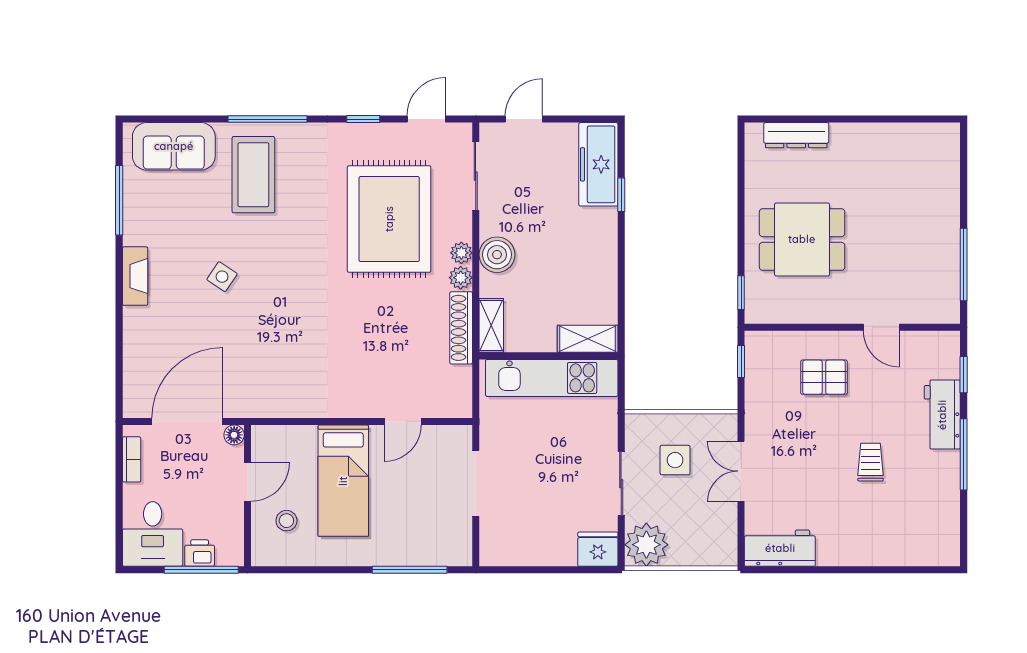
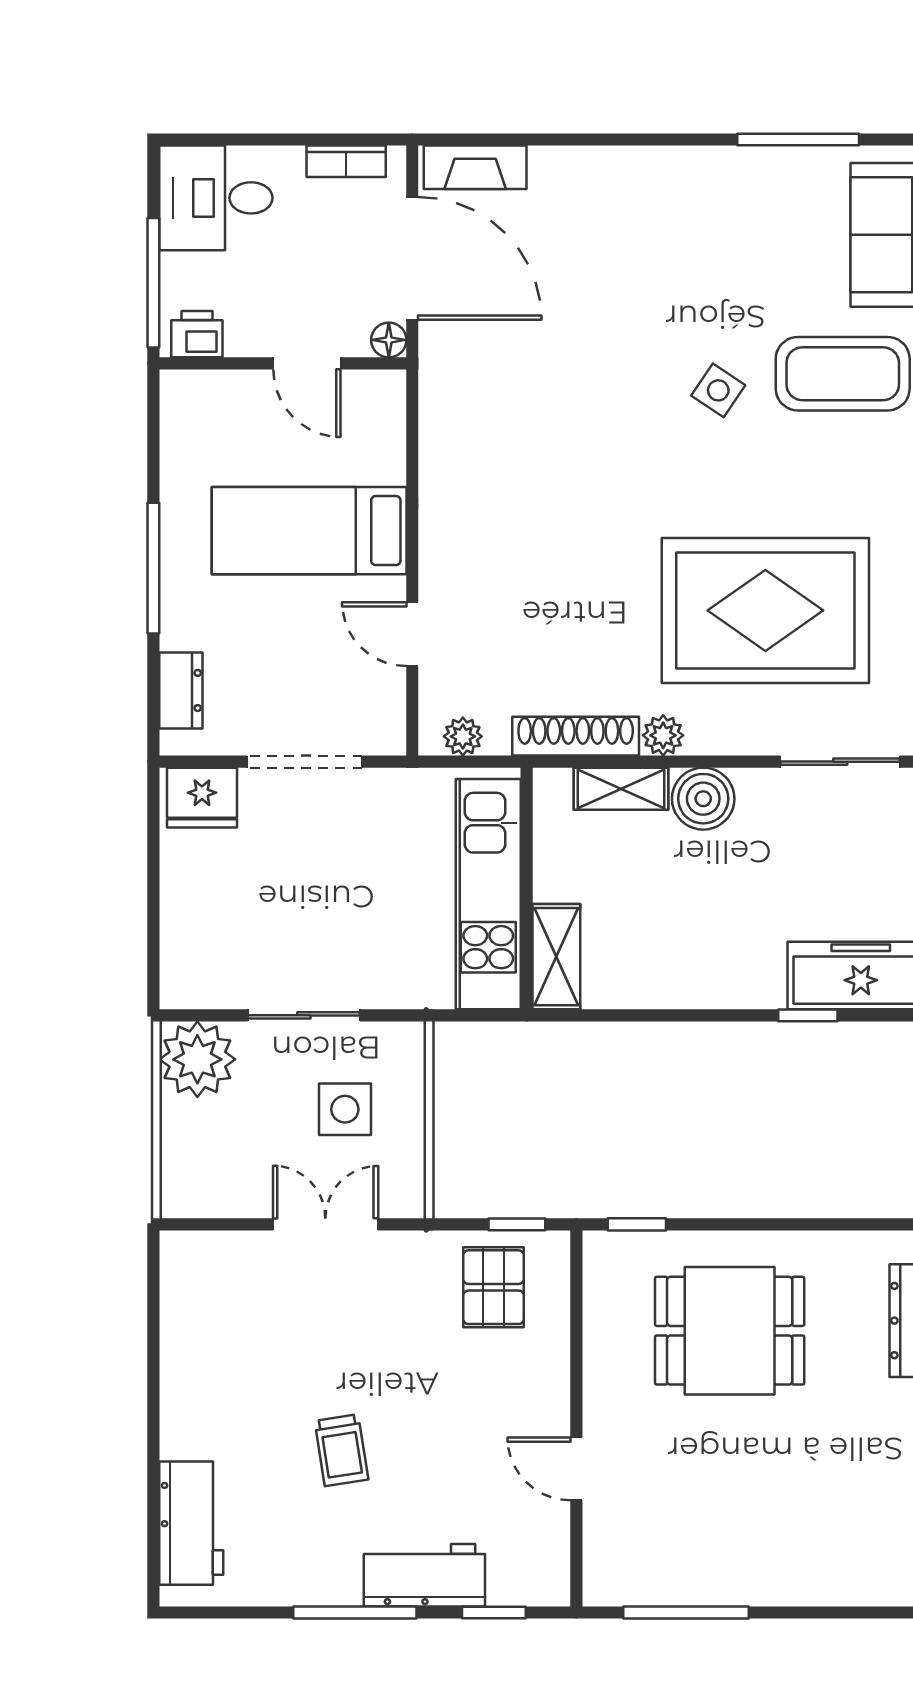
dining table: (802, 239) -> (730, 1331), turned 90
plant: (461, 253) -> (463, 736), moved
fireplace: (135, 276) -> (475, 167), moved
side table: (222, 277) -> (718, 390), moved
shelving: (491, 325) -> (621, 789), moved
door: (881, 327) -> (576, 1469), hinge flipped
pallet: (824, 377) -> (494, 1287), moved
trolley: (871, 462) -> (341, 1450), turned 81
stool: (286, 521) -> (239, 431), removed
workbench: (780, 548) -> (191, 1523), moved
fridge: (598, 549) -> (202, 798), moved, turned 90
printer: (200, 553) -> (197, 334), moved, turned -90
dresser: (435, 554) -> (181, 690), added
window: (410, 570) -> (153, 568), moved

